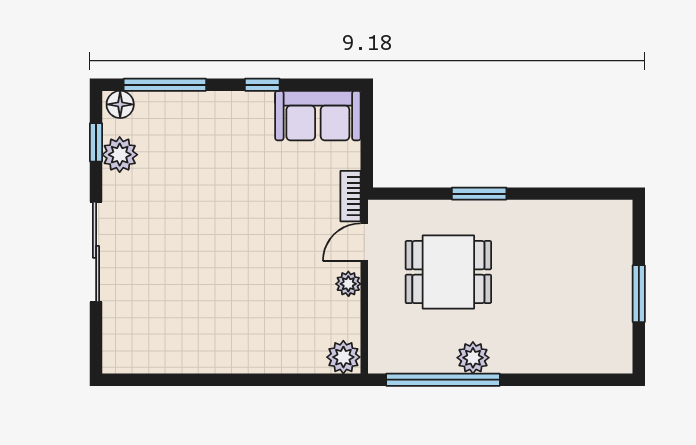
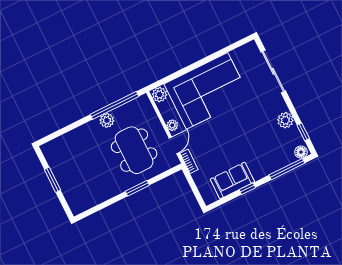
sofa: (318, 116) -> (232, 181), moved
plant: (120, 155) -> (285, 120), moved
sliding door: (96, 252) -> (273, 71), moved
dining table: (448, 272) -> (134, 150), width x1.38
corner sofa: (246, 318) -> (207, 91), added

